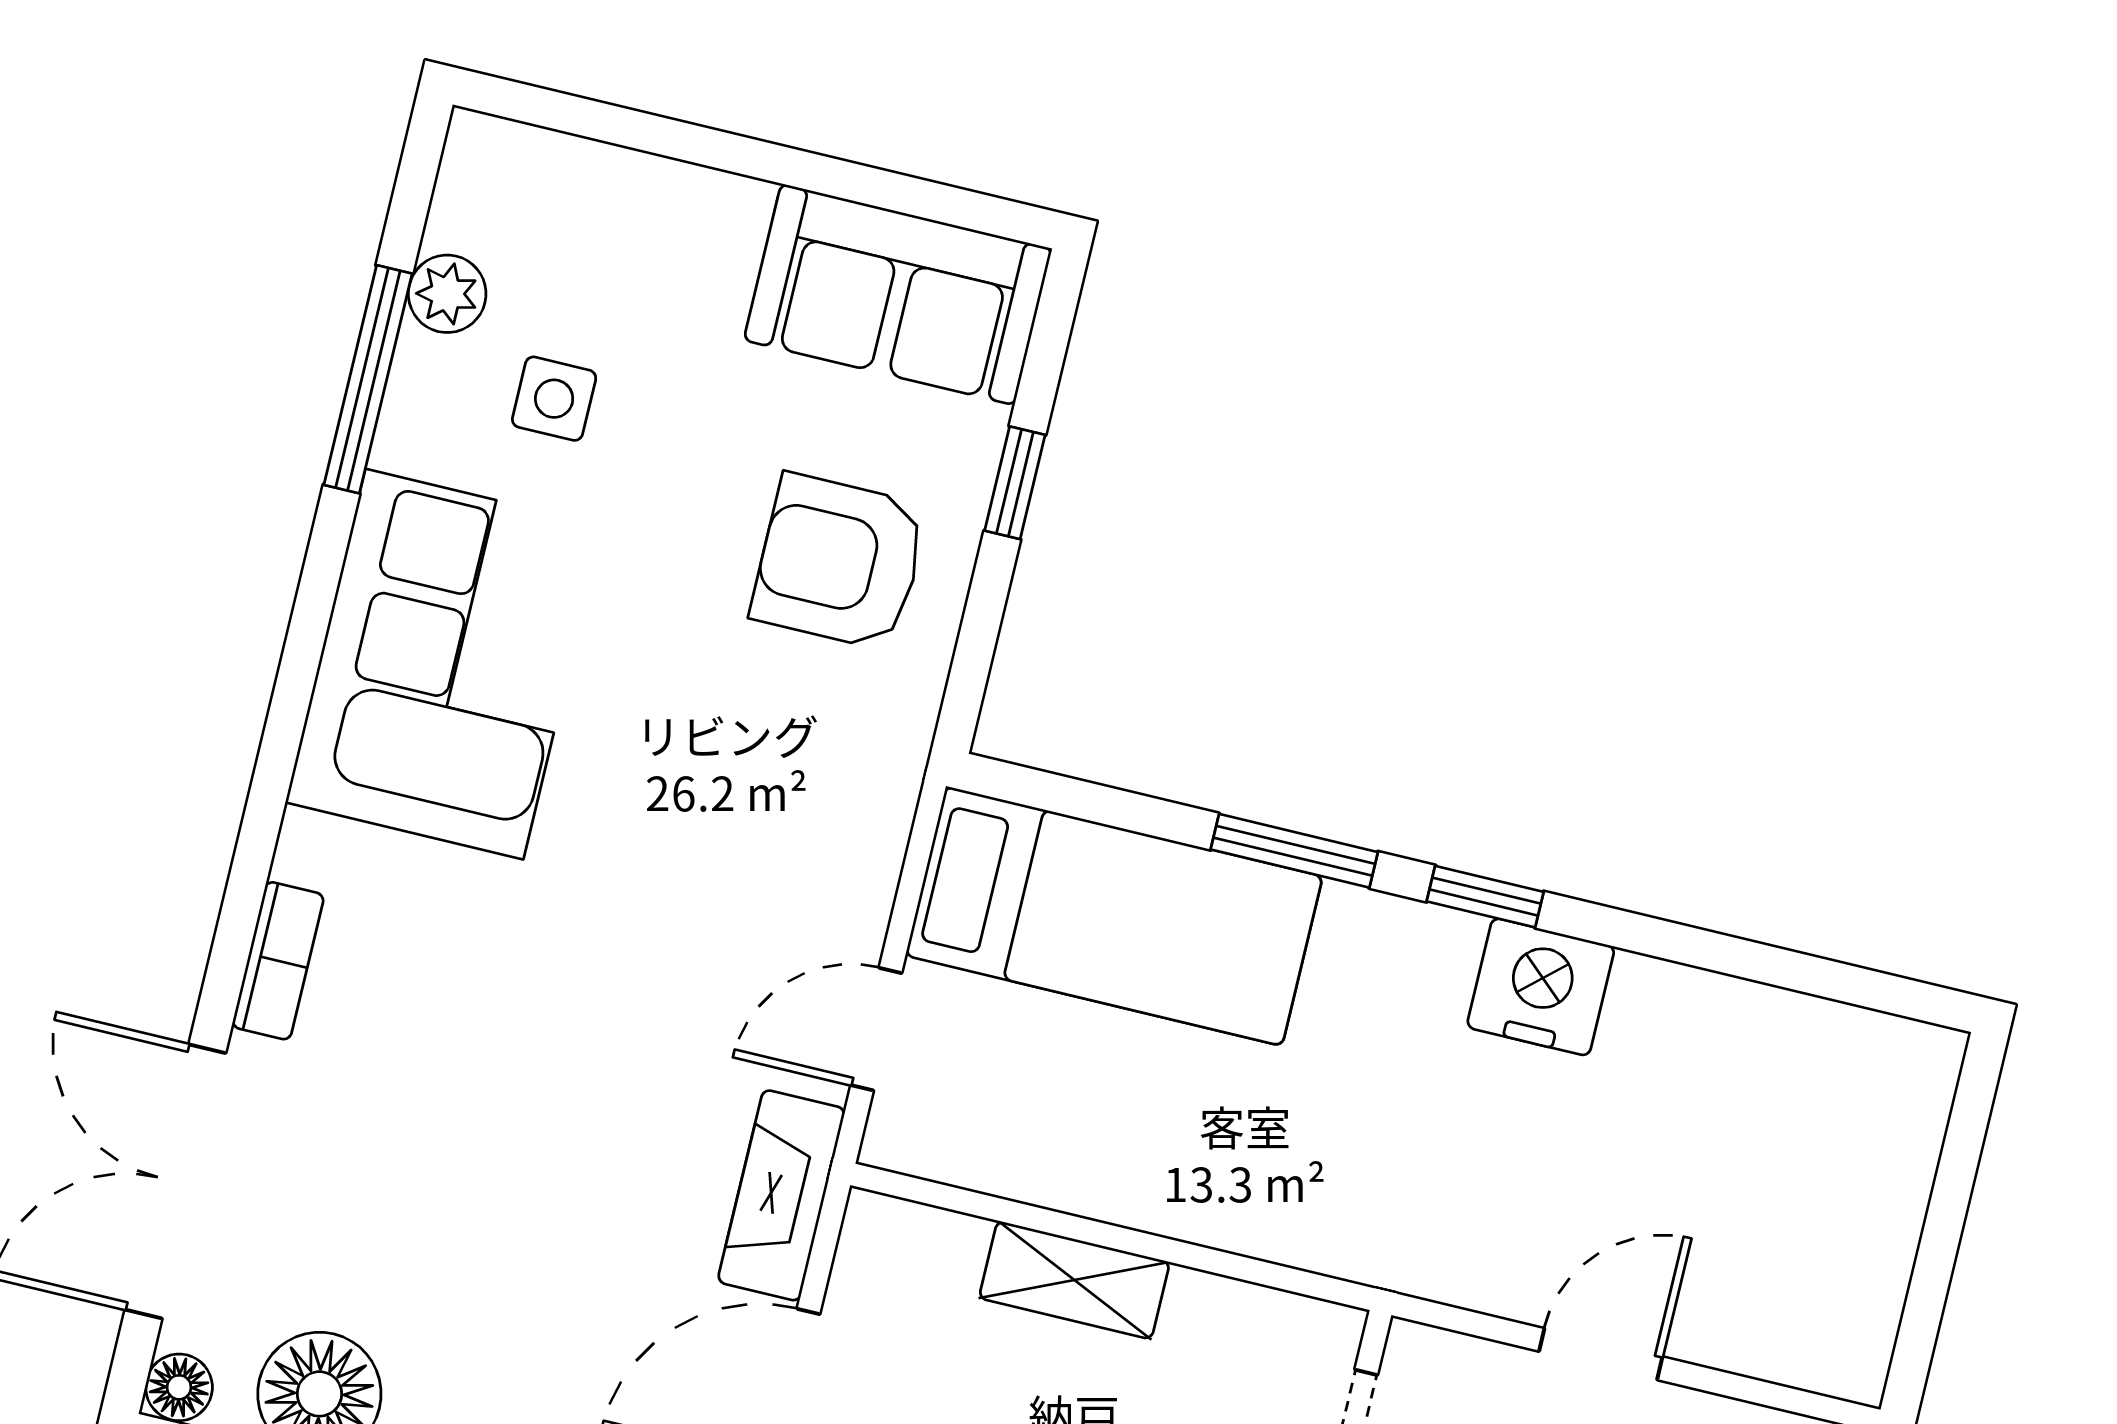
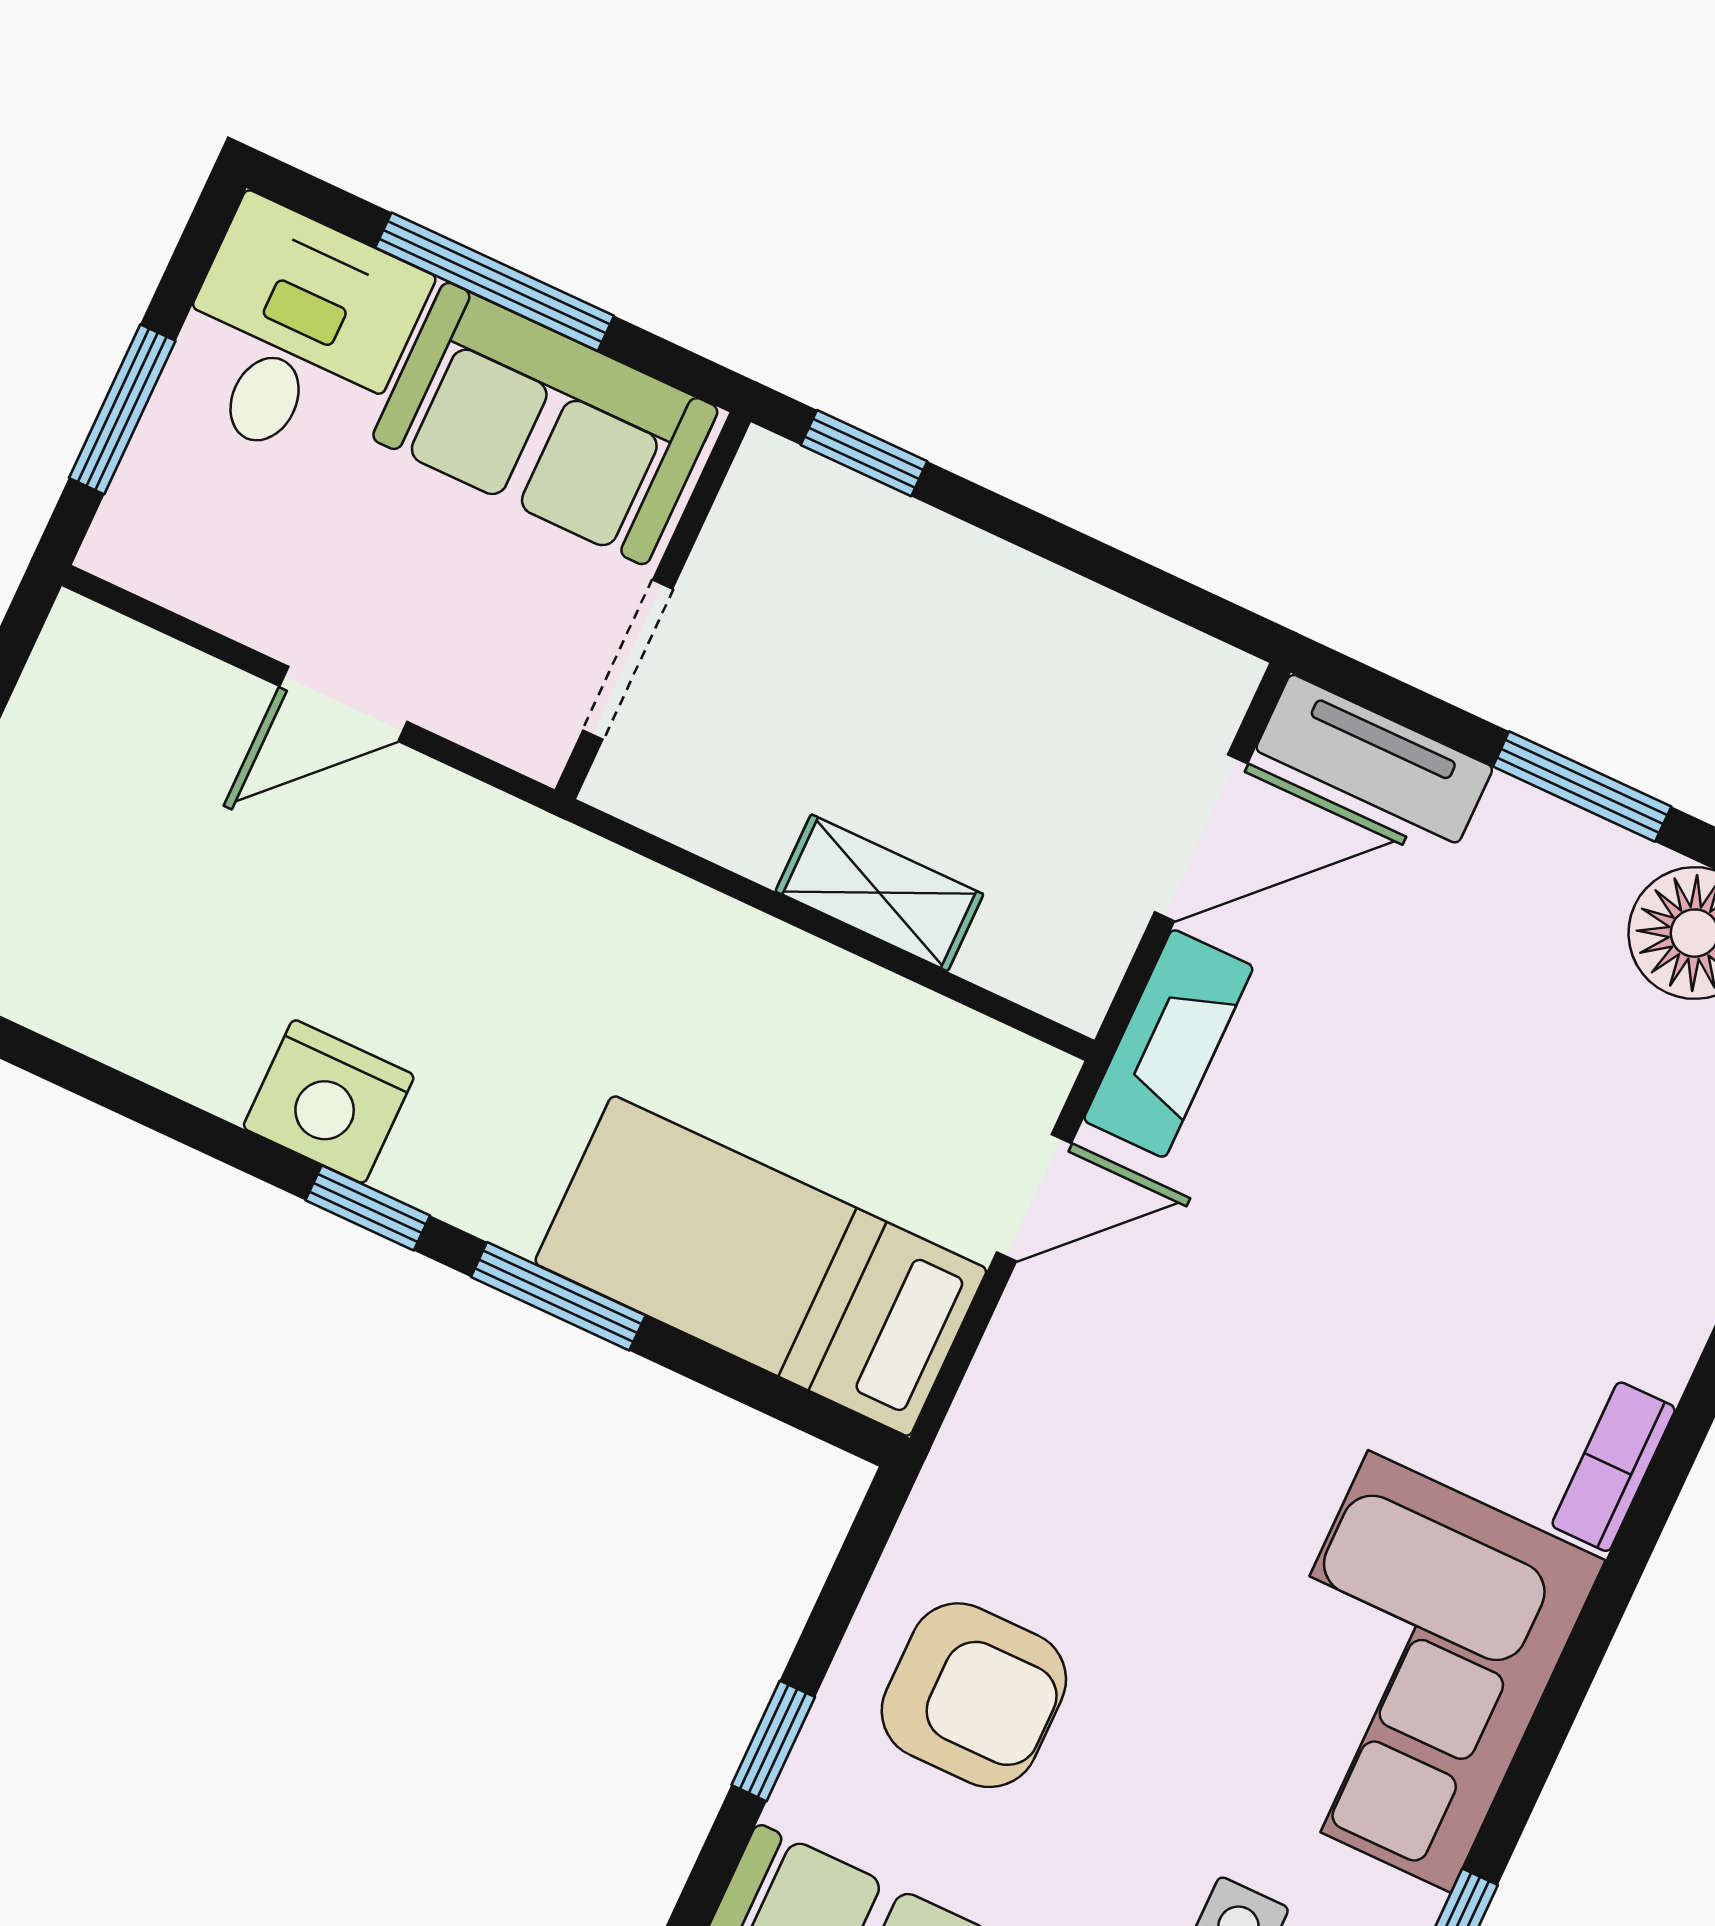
bookcase: (278, 961) -> (1614, 1467), moved

